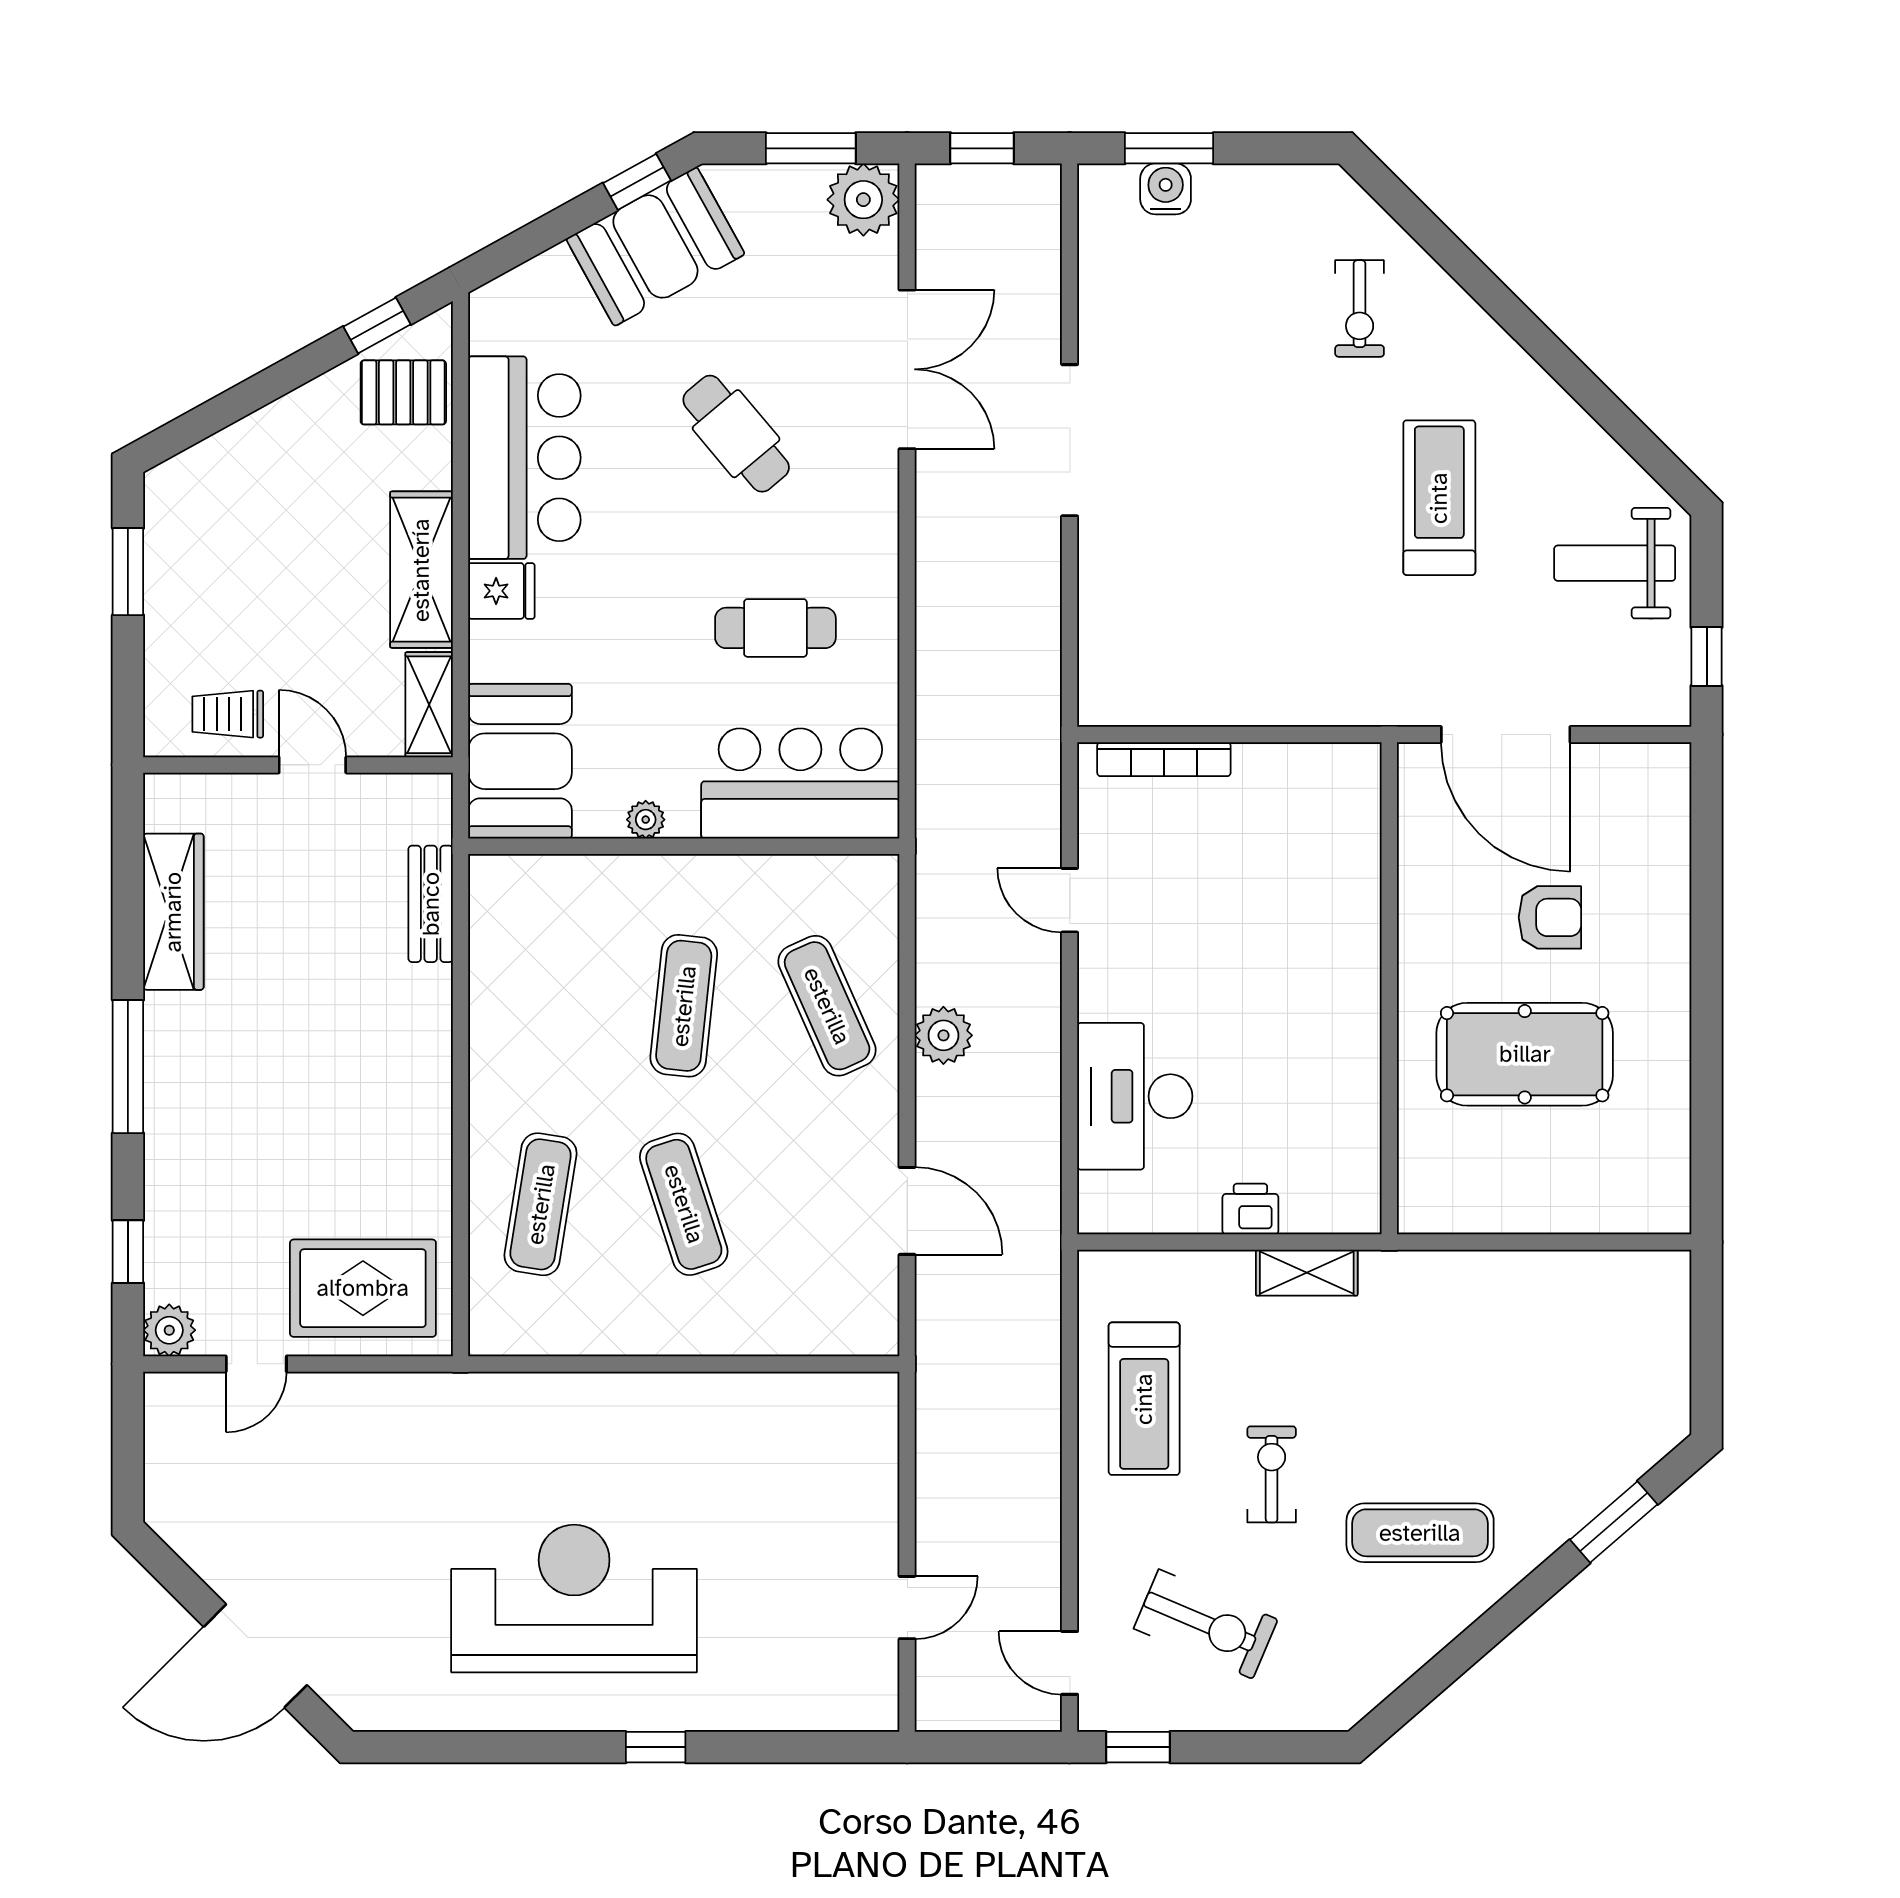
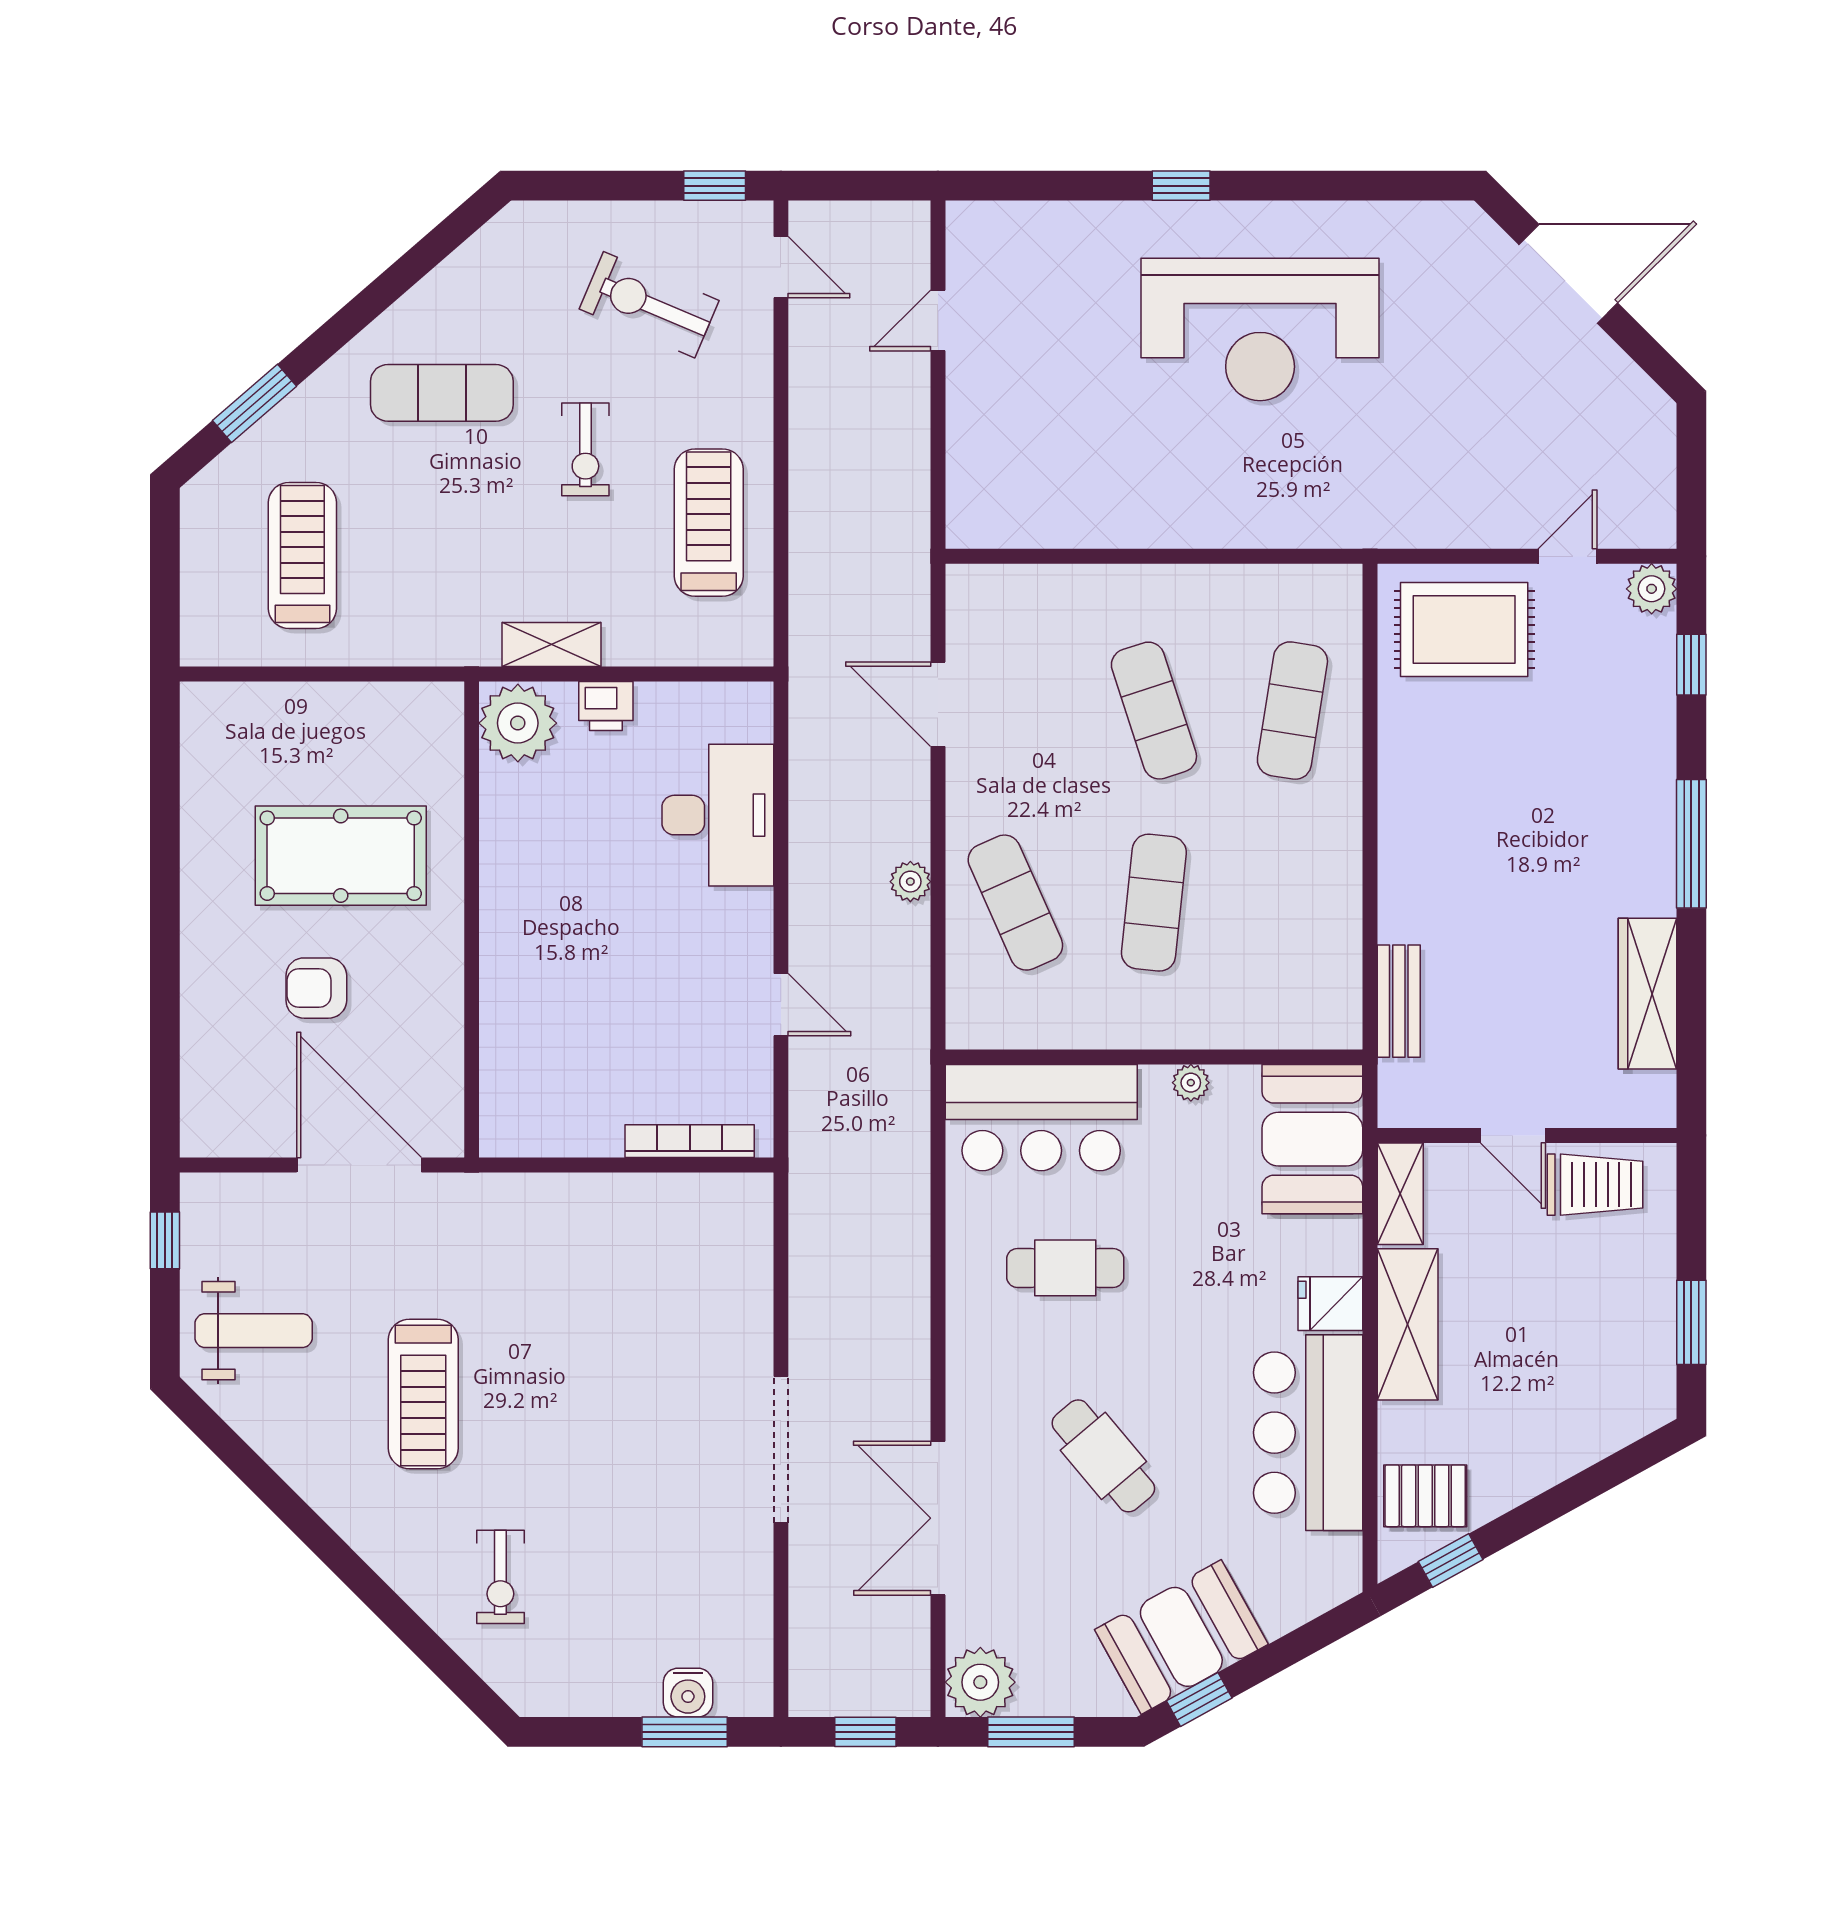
exercise bike: (1360, 308) -> (500, 1577), turned 180
trolley: (228, 714) -> (1595, 1185), width x1.36, depth x1.39
plant: (943, 1035) -> (910, 882), width x0.73, depth x0.73
plant: (1342, 1191) -> (518, 723), added
treadmill: (1564, 1365) -> (302, 556), added

